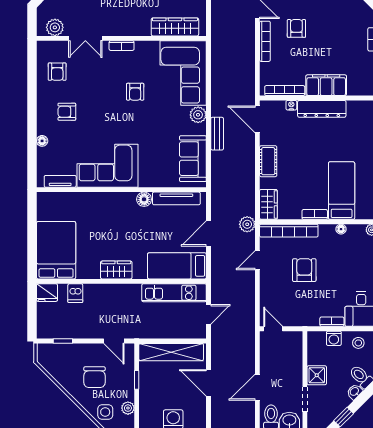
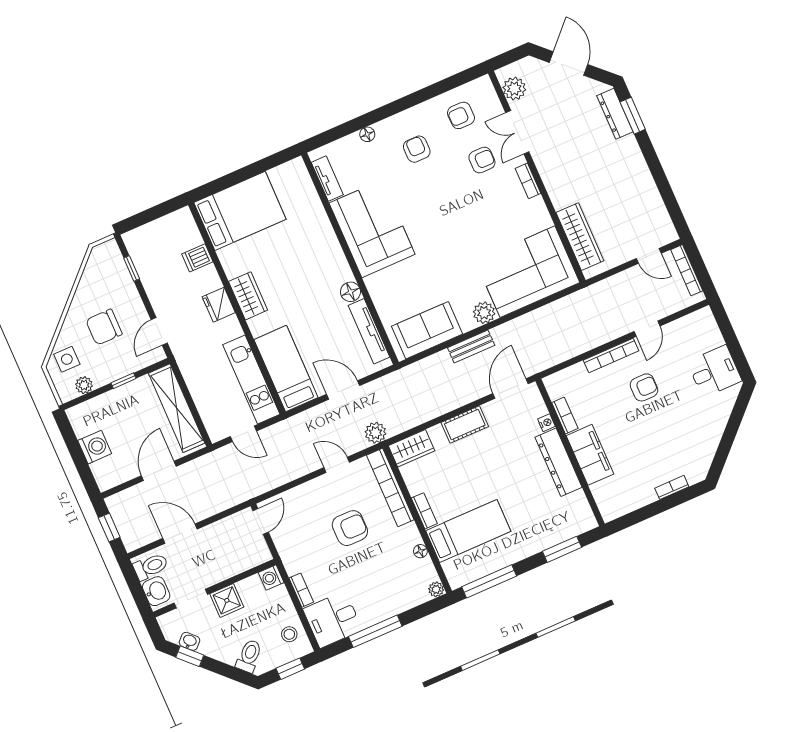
bookcase: (285, 91) -> (565, 416), width x0.64
armchair: (135, 92) -> (482, 160), moved, turned 180
fridge: (47, 293) -> (219, 305), moved
washing machine: (334, 338) -> (271, 577), moved
washbasin: (355, 392) -> (189, 641), moved

